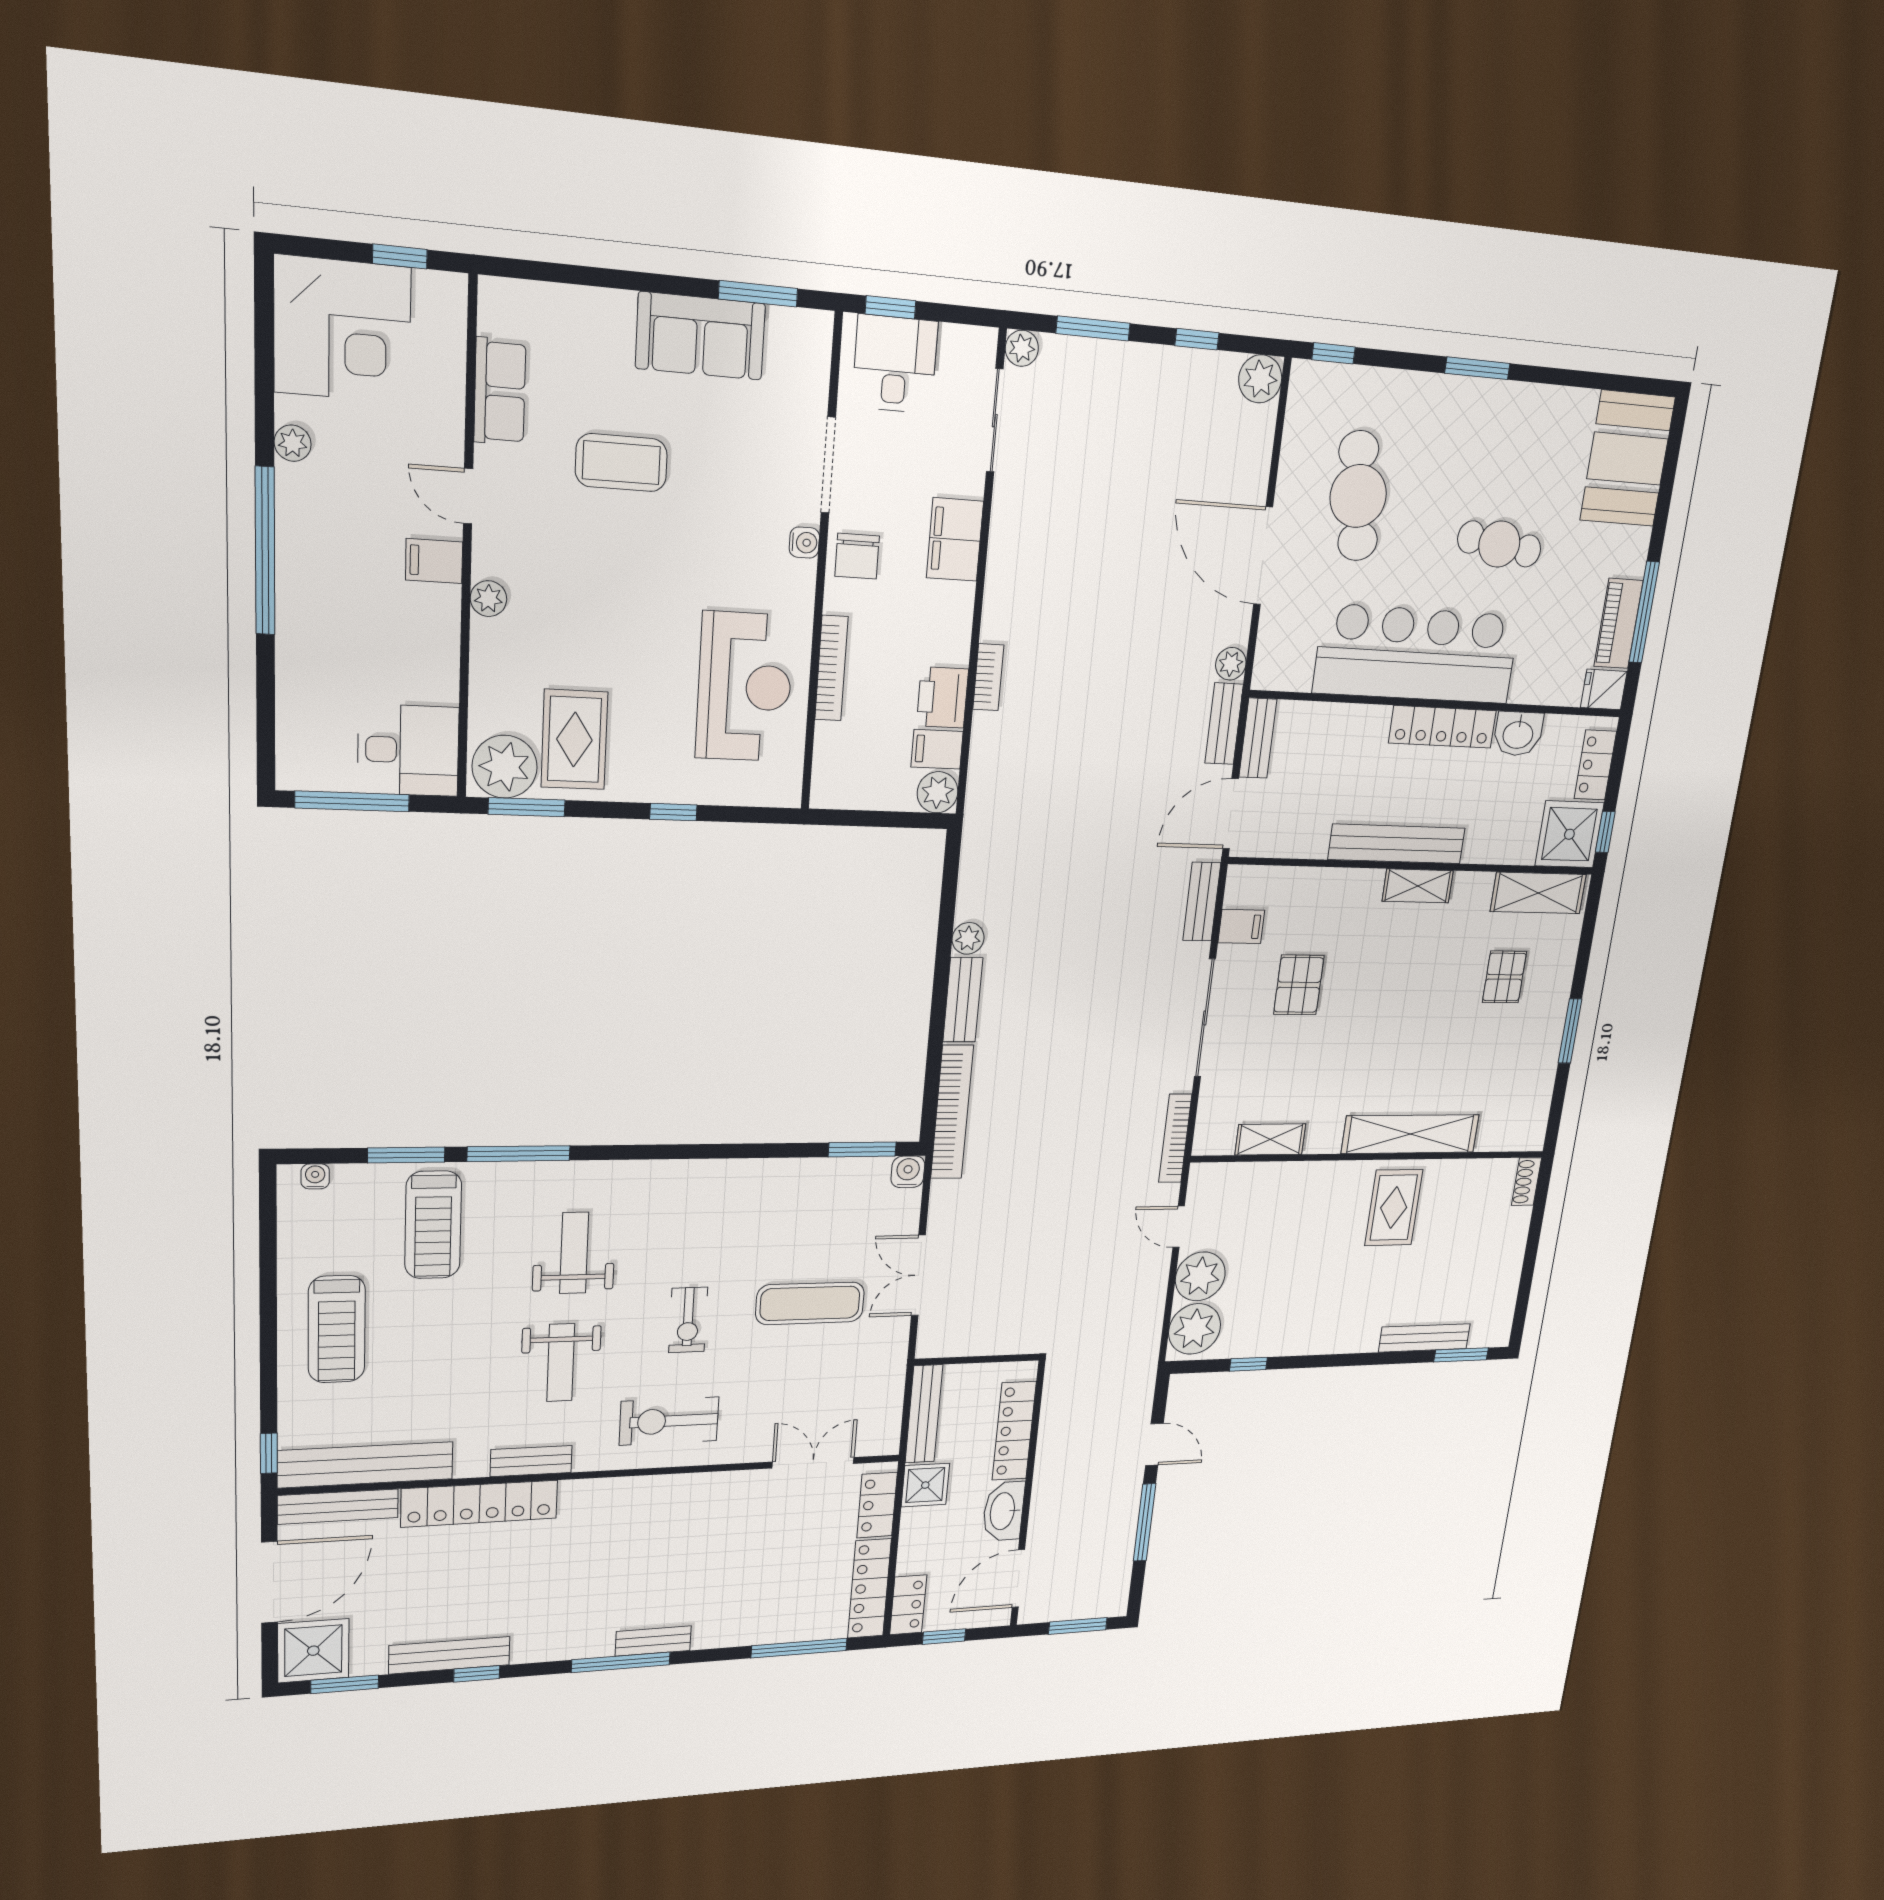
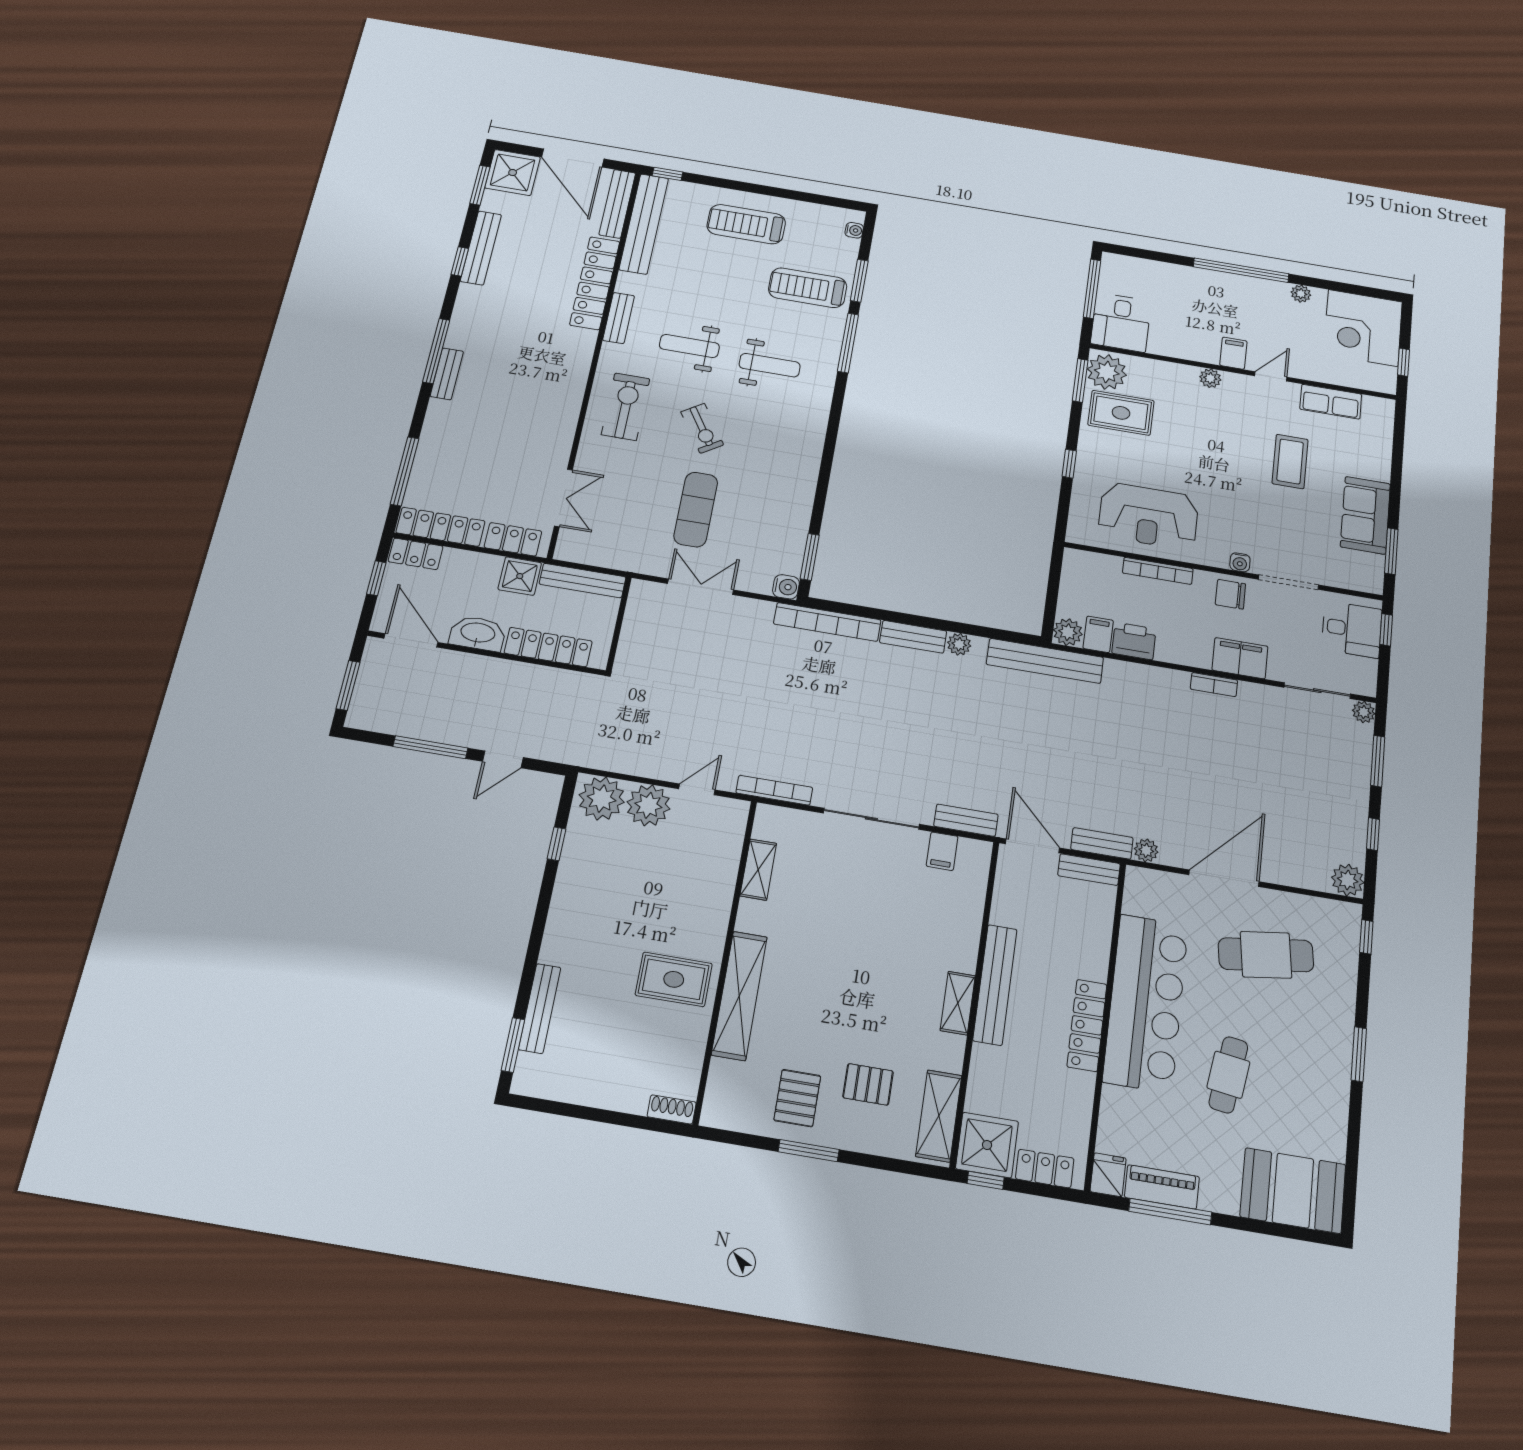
bookcase: (988, 677) -> (1214, 685), moved
washbasin: (1518, 734) -> (1077, 1094), removed
bench: (982, 820) -> (1045, 661), added
pallet: (1299, 985) -> (797, 1098), moved, turned 90
exercise bike: (688, 1320) -> (702, 428), turned -123

